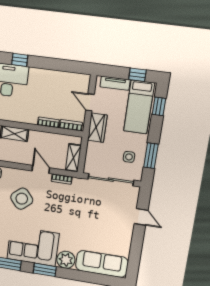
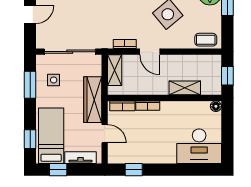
window: (20, 60) -> (134, 170), moved
wardrobe: (97, 128) -> (93, 100), width x1.50
door: (141, 217) -> (30, 14), swing flipped

